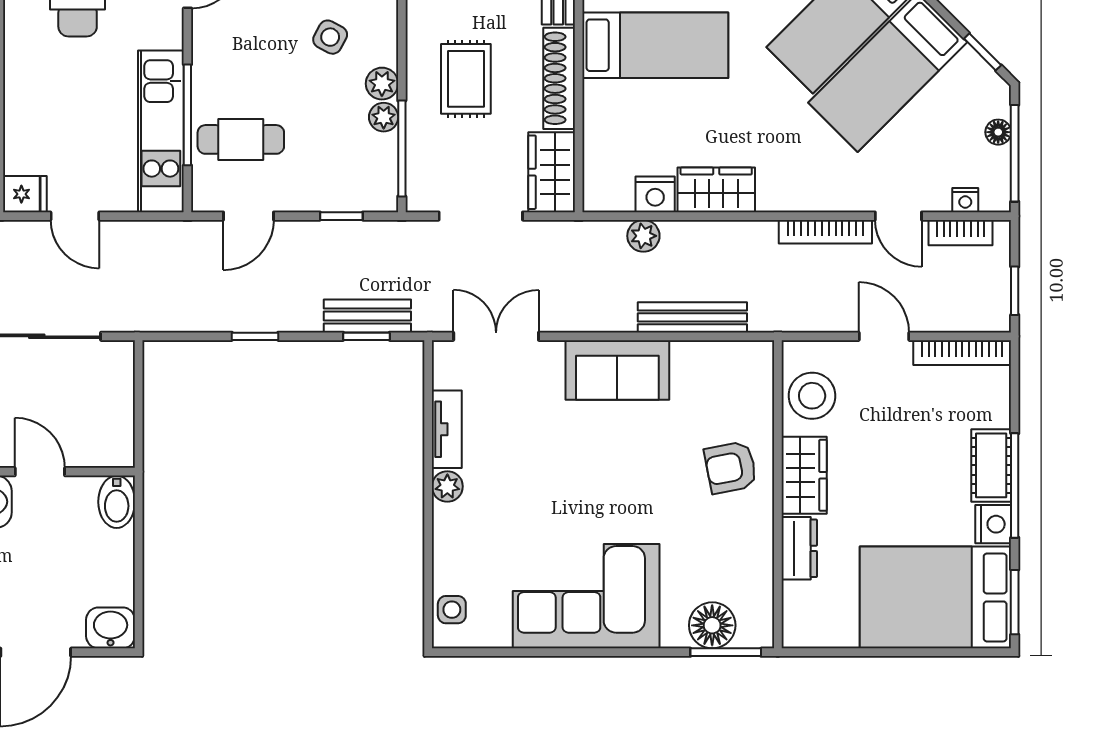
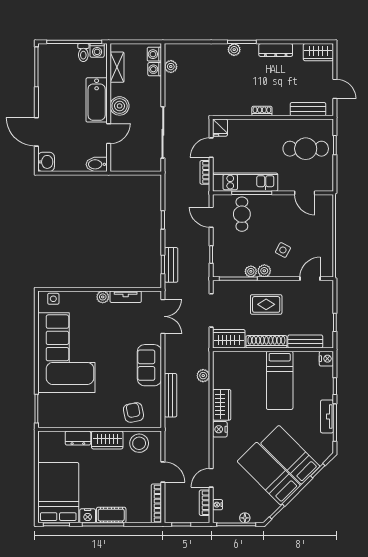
nightstand: (655, 194) -> (220, 429), moved
bookcase: (825, 232) -> (205, 172), moved, width x0.64
door: (884, 336) -> (163, 472), hinge flipped
armchair: (731, 467) -> (133, 412), moved
corner sofa: (586, 596) -> (66, 353), width x1.36, depth x1.36
floor lamp: (712, 625) -> (47, 403), removed

